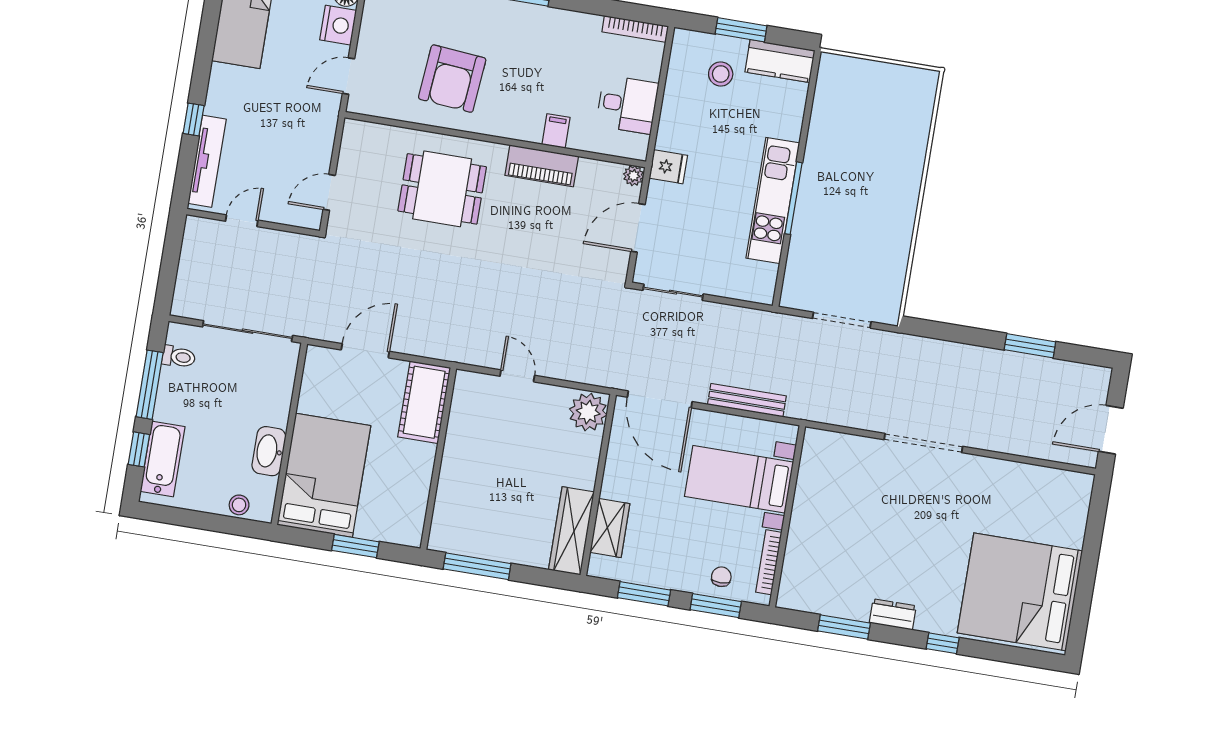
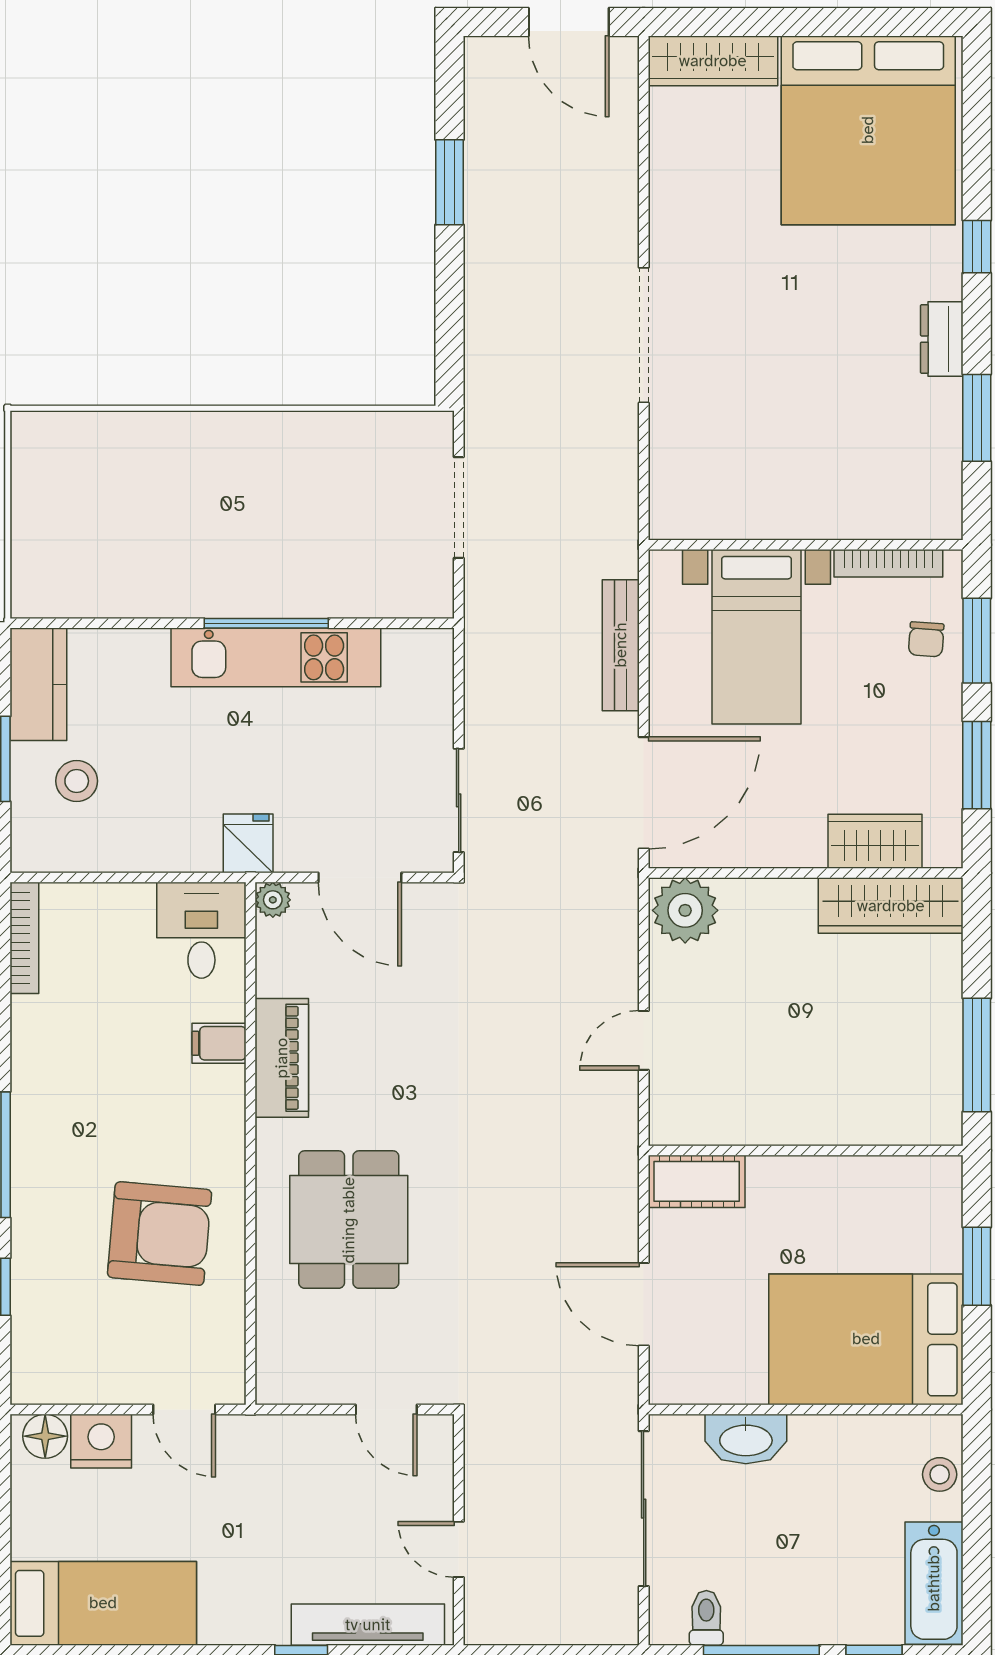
desk: (627, 104) -> (201, 930), moved
cot: (424, 402) -> (697, 1181), width x0.73, depth x0.75
washbasin: (269, 451) -> (746, 1439), moved
bathtub: (163, 459) -> (934, 1583), moved, turned -90
wardrobe: (1075, 509) -> (713, 61), added
chair: (721, 577) -> (926, 639), turned -86

